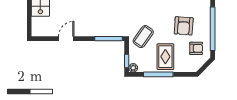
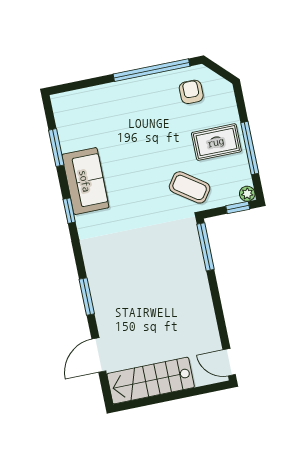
armchair: (184, 26) -> (157, 121), removed
door: (66, 39) -> (229, 362), moved

